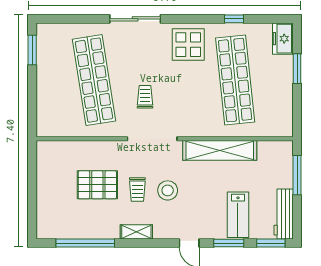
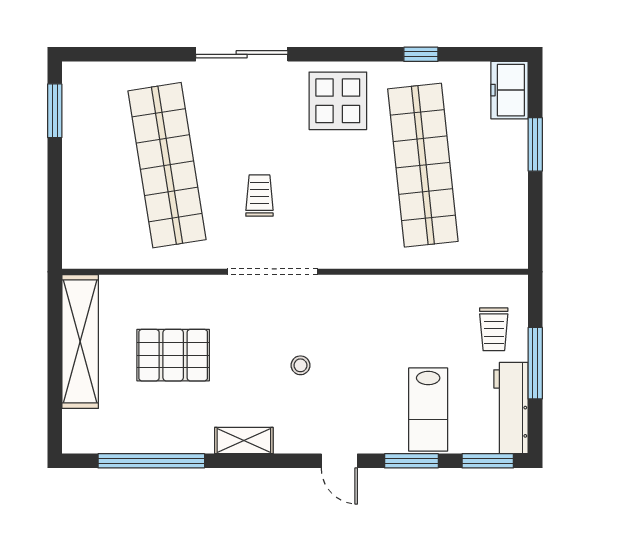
shelving: (220, 150) -> (80, 341), moved, turned 90
window: (297, 175) -> (535, 363), moved
trolley: (137, 189) -> (494, 329), moved
stool: (168, 190) -> (300, 365), width x0.53, depth x0.53

